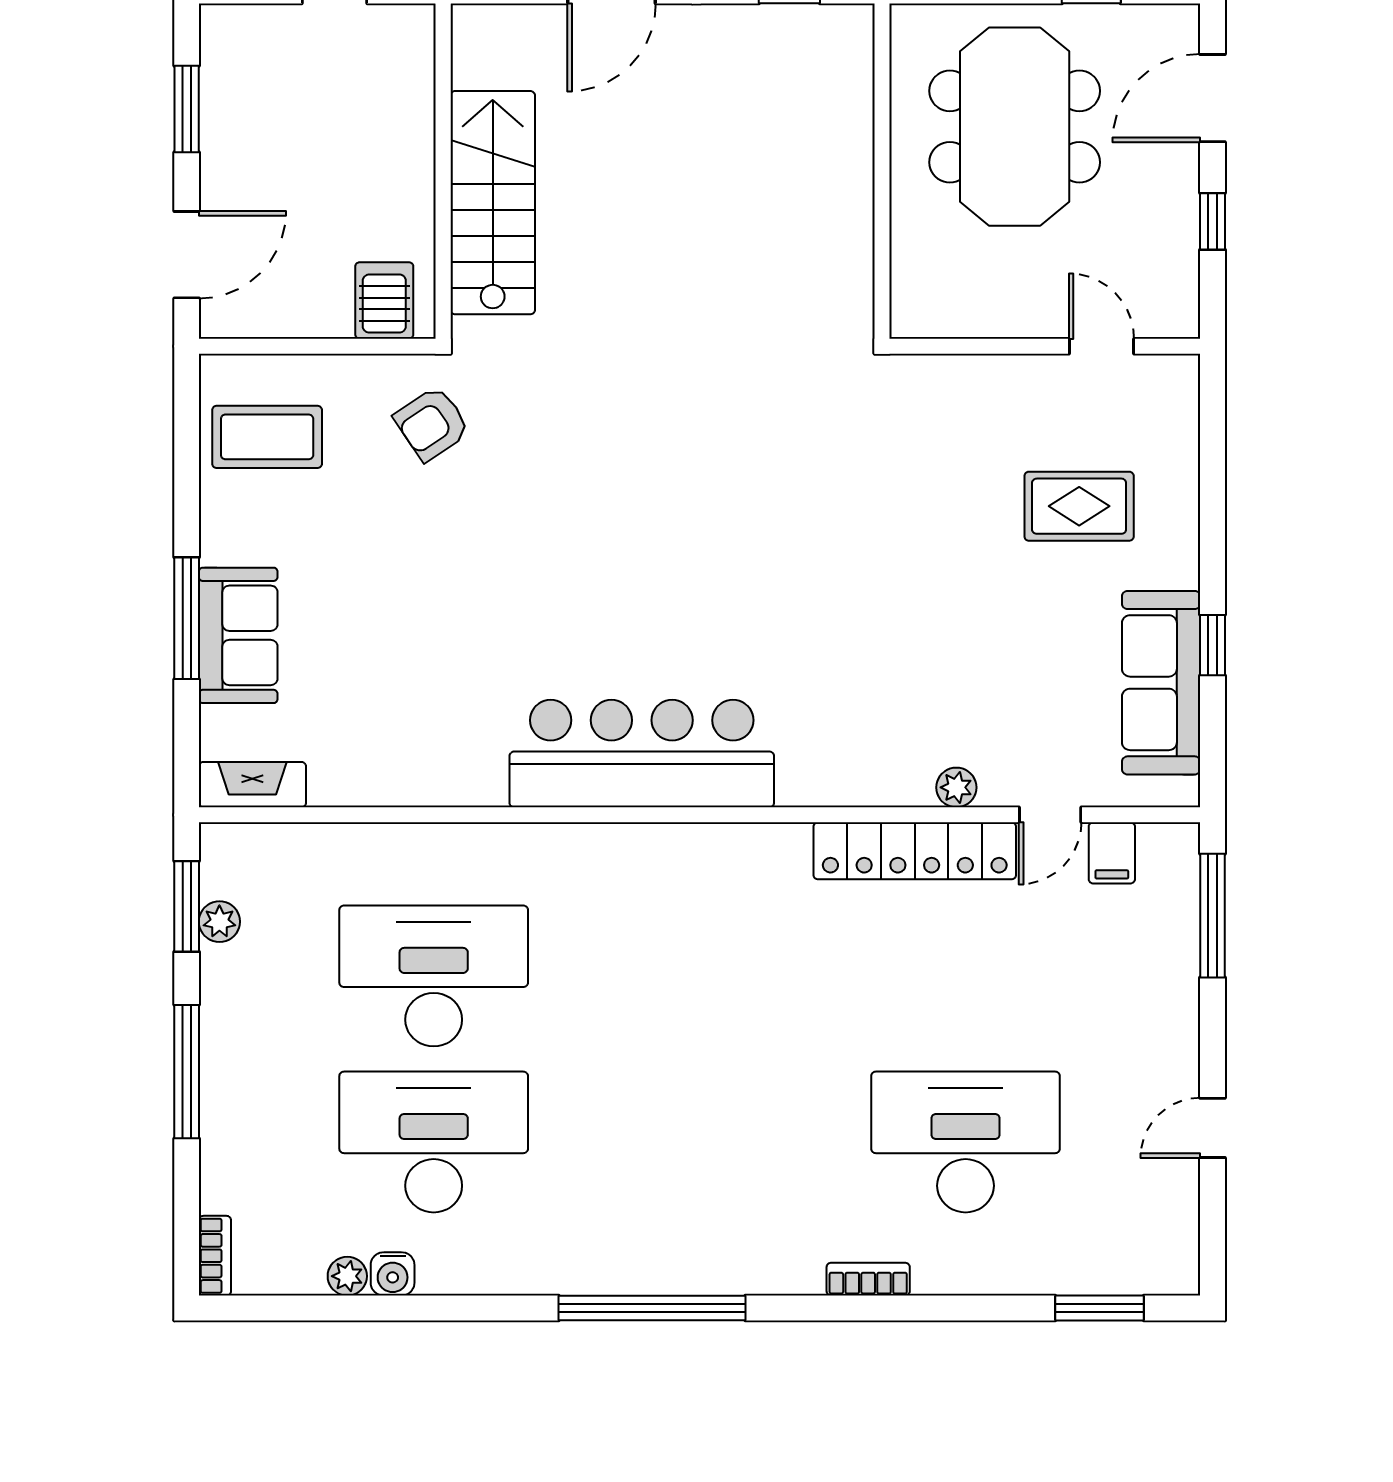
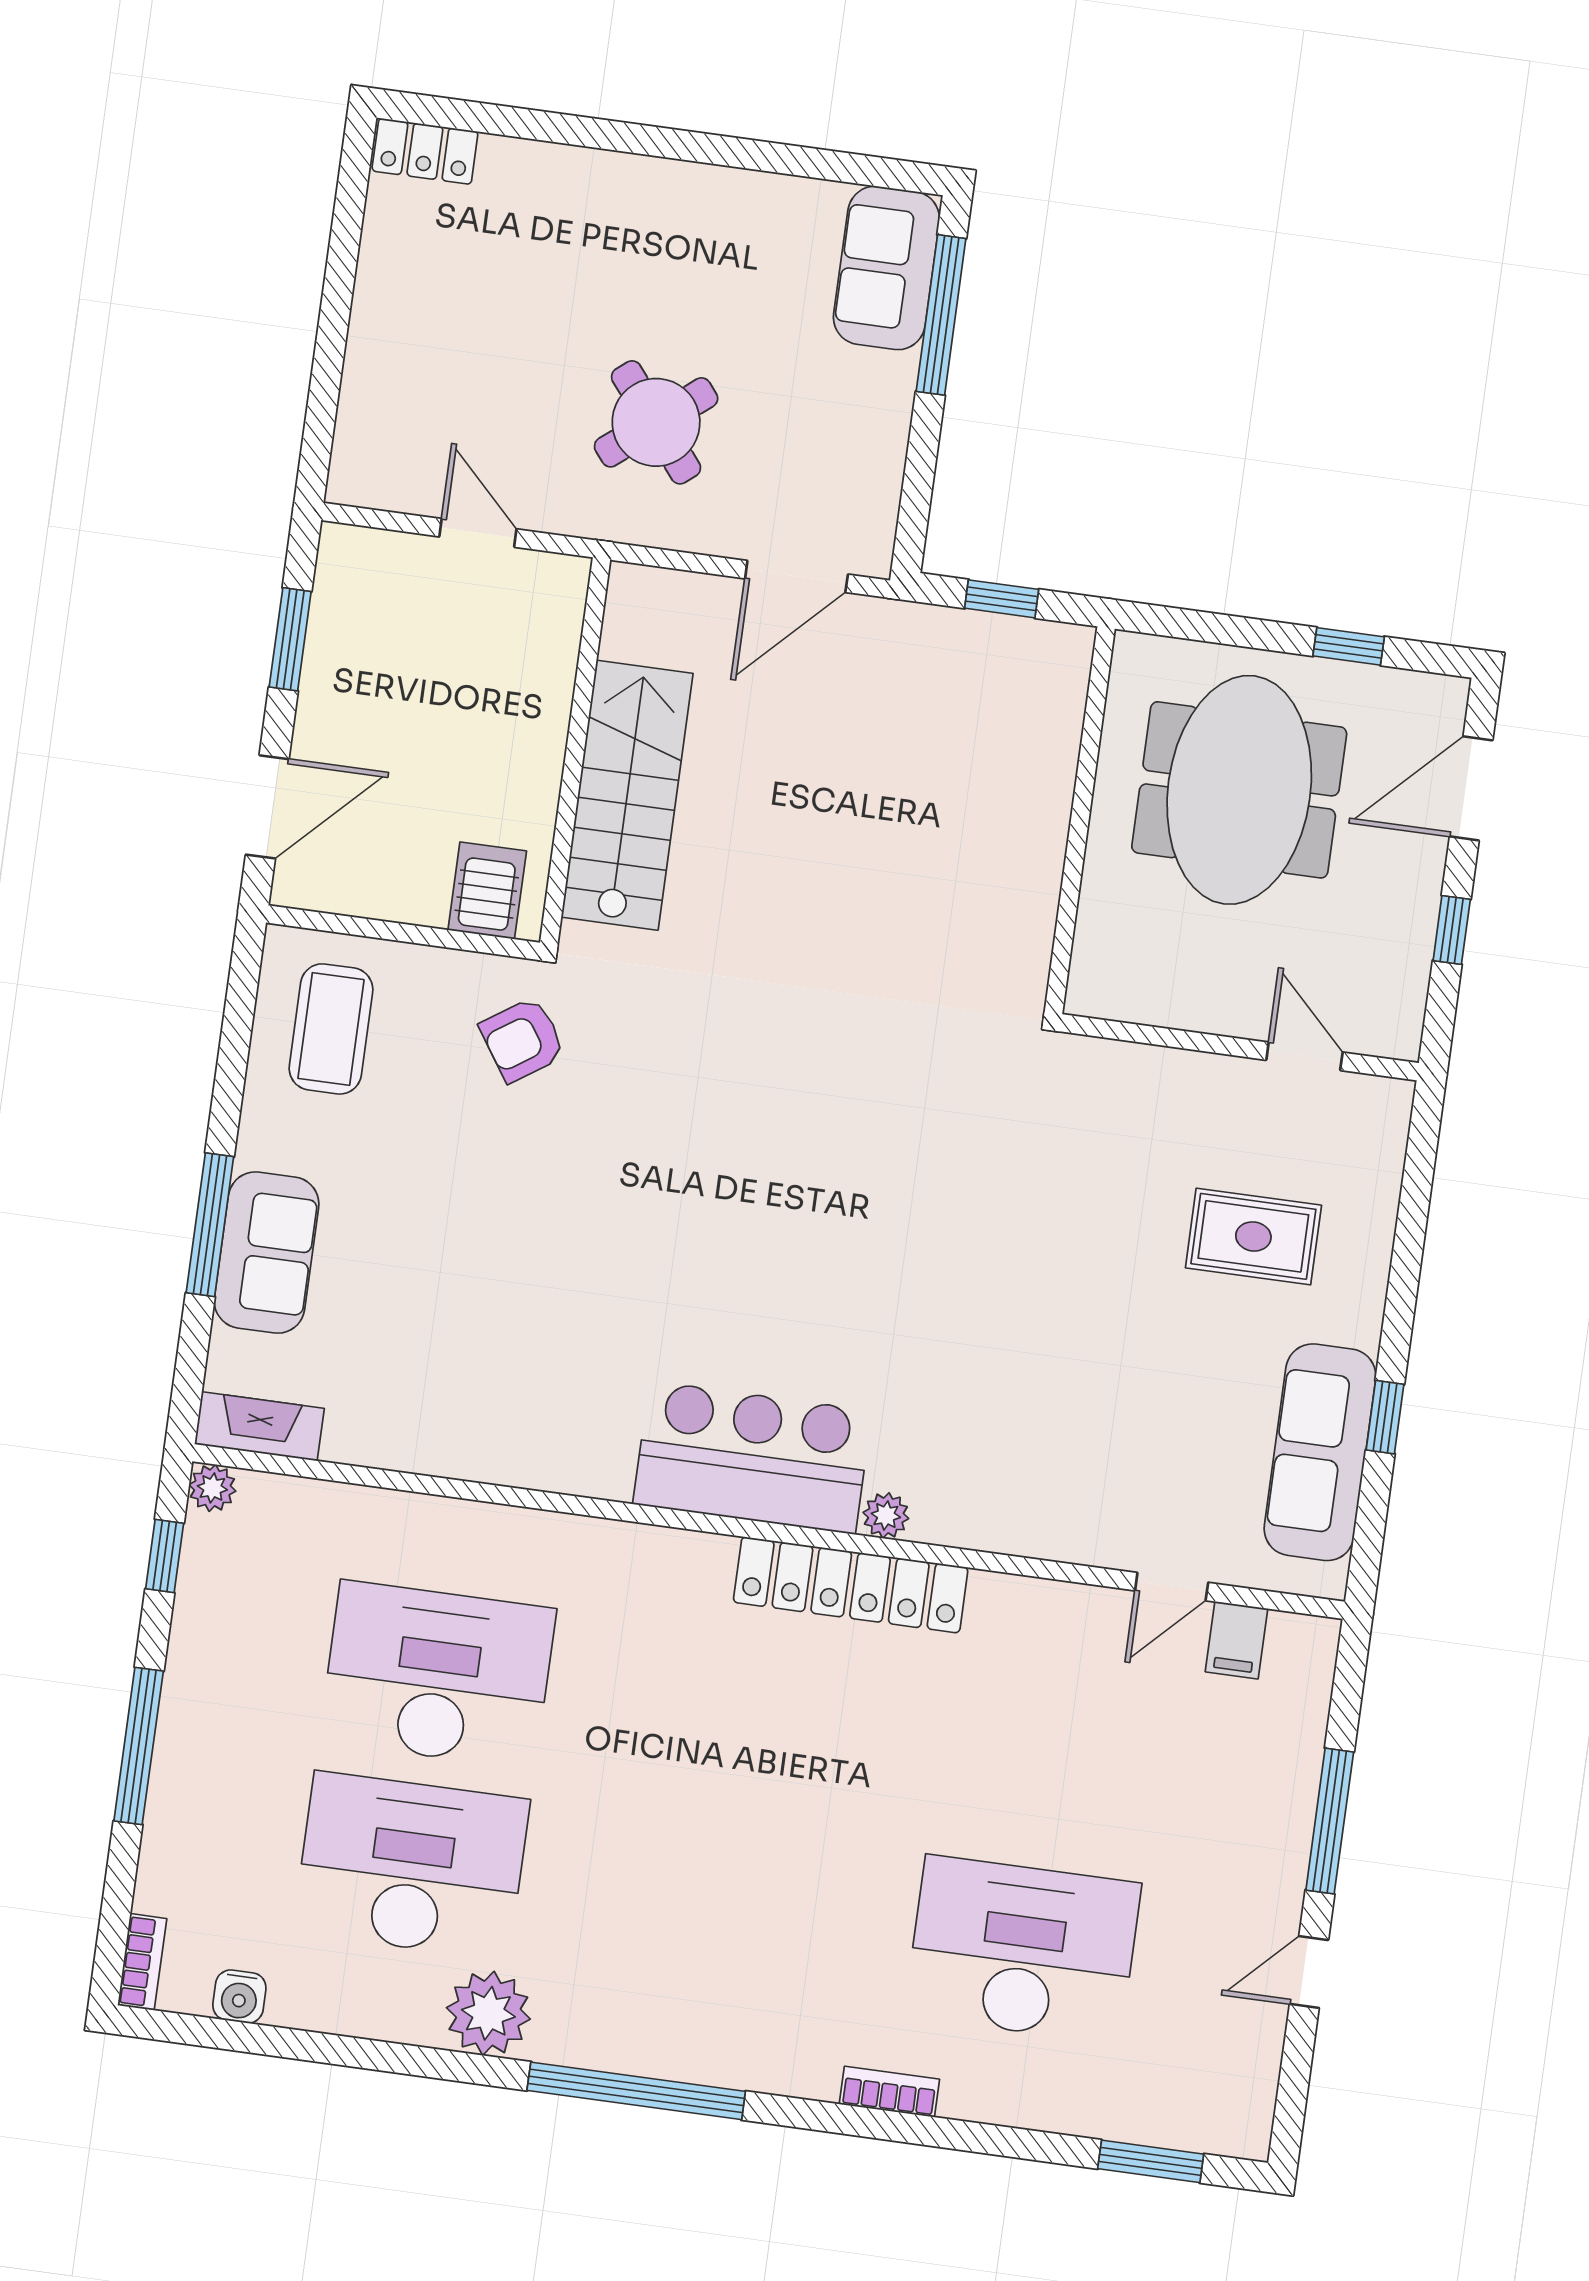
coffee table: (267, 437) -> (331, 1029), turned 90
bar counter: (642, 754) -> (752, 1458), width x0.73
plant: (956, 787) -> (886, 1515), moved
locker: (915, 851) -> (851, 1585), moved
window: (187, 906) -> (165, 1556), width x0.67
window: (1213, 916) -> (1330, 1821), moved
plant: (219, 922) -> (212, 1488), moved
water cooler: (393, 1274) -> (239, 1997), moved
plant: (347, 1276) -> (488, 2013), moved, width x1.87, depth x1.87

